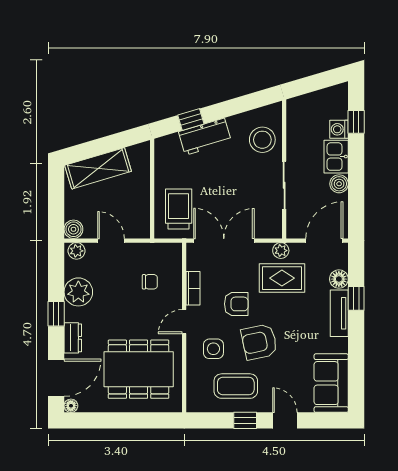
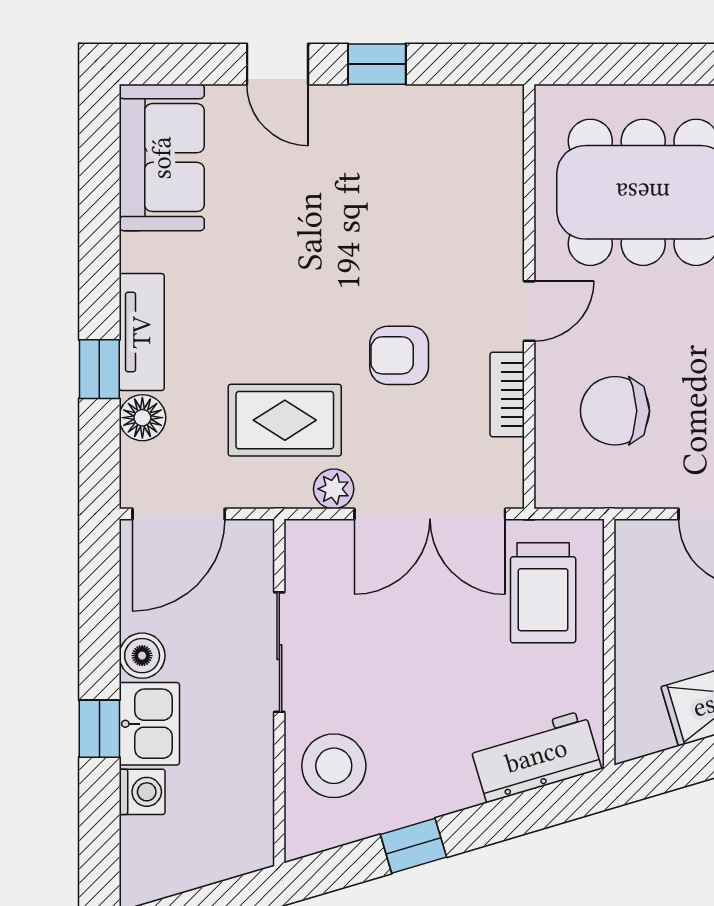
window: (191, 119) -> (413, 846), moved
window: (356, 122) -> (99, 729), moved
workbench: (205, 137) -> (536, 756), moved
plant: (281, 251) -> (334, 489), moved
chair: (150, 282) -> (615, 411), width x1.87, depth x1.87
armchair: (259, 342) -> (342, 261), removed
side table: (213, 349) -> (456, 243), removed
coffee table: (236, 386) -> (400, 150), removed

